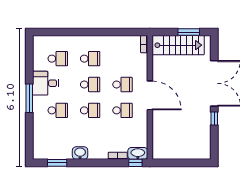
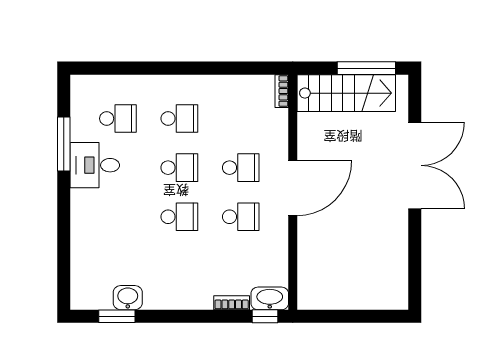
window: (189, 32) -> (366, 68), width x1.44
door: (150, 95) -> (293, 188), hinge flipped
window: (29, 98) -> (64, 144), moved
school desk: (58, 110) -> (118, 217), removed
window: (214, 118) -> (415, 232), removed
washbasin: (80, 153) -> (128, 298), moved

